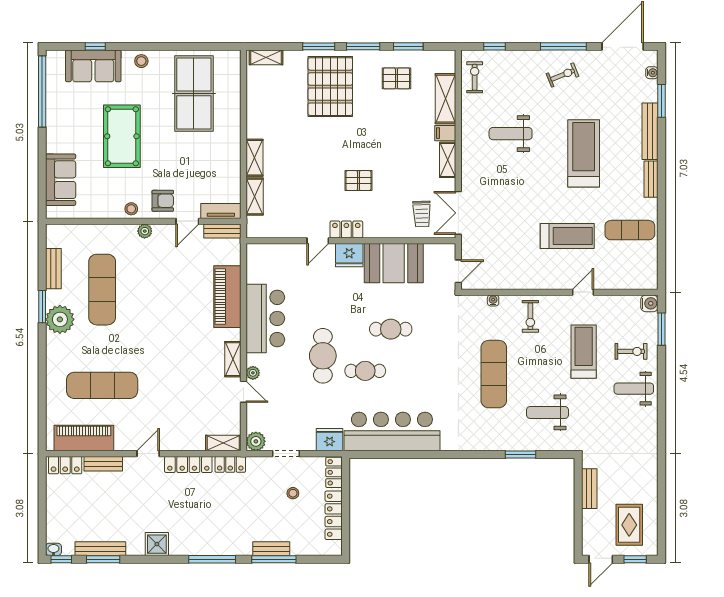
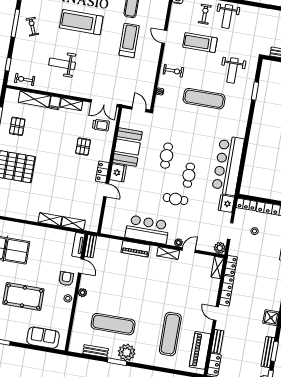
weight bench: (511, 134) -> (62, 64), turned 90
pallet: (358, 181) -> (83, 147), moved
piano: (227, 297) -> (136, 249), width x0.73, depth x0.75
cafe table: (323, 356) -> (175, 199), width x0.73, depth x0.74

